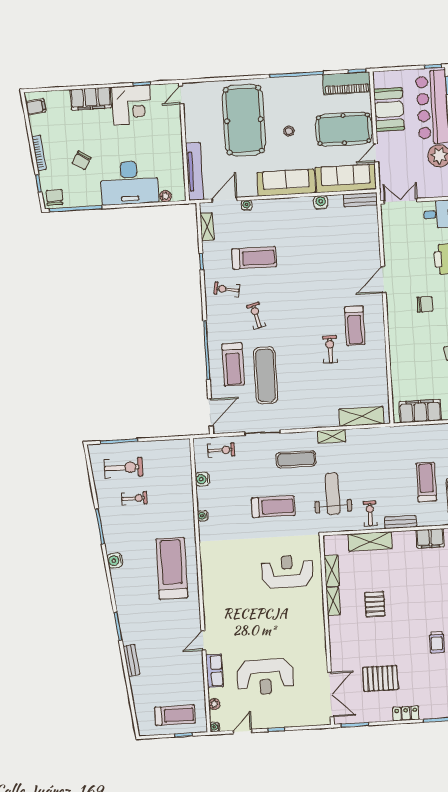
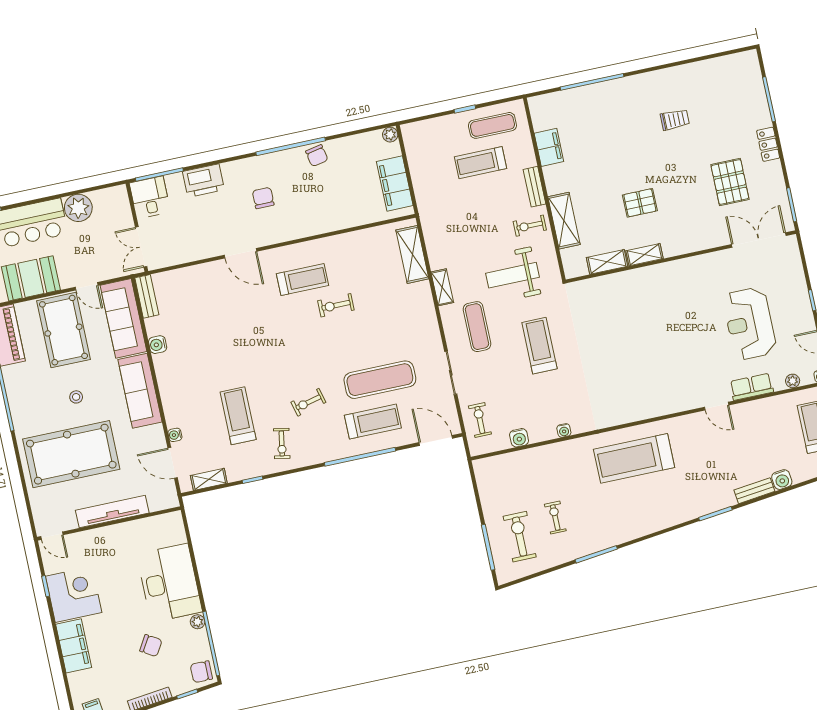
tv unit: (195, 171) -> (112, 512), moved
plant: (166, 196) -> (198, 622), moved
water cooler: (115, 560) -> (782, 480), moved
reception desk: (287, 572) -> (616, 316), removed
reception desk: (265, 677) -> (749, 324), turned 180

